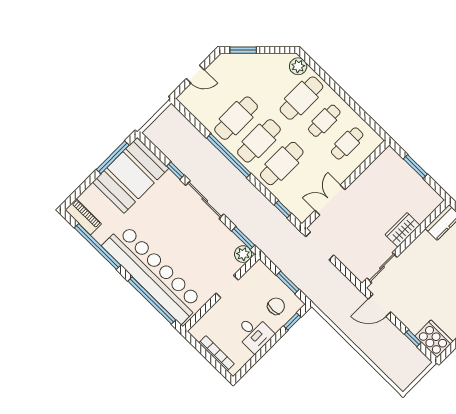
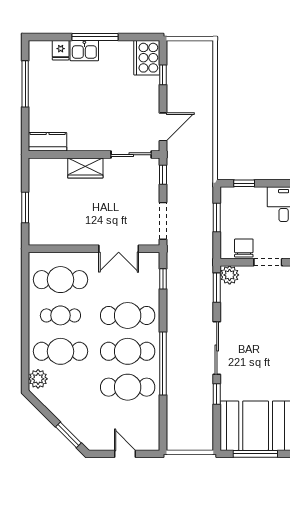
cafe table: (347, 143) -> (60, 280), width x1.37, depth x1.35
window: (349, 275) -> (163, 175), added
door: (380, 305) -> (163, 127), hinge flipped
chair: (276, 306) -> (244, 248), moved, turned 90

